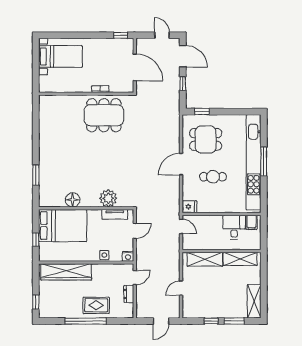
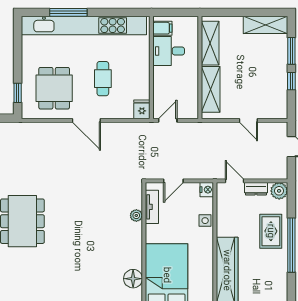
window: (264, 161) -> (68, 12), moved
plant: (108, 198) -> (136, 215), width x0.53, depth x0.53
floor lamp: (73, 200) -> (133, 279), moved
door: (135, 231) -> (173, 181), swing flipped
plant: (127, 312) -> (279, 191), added

